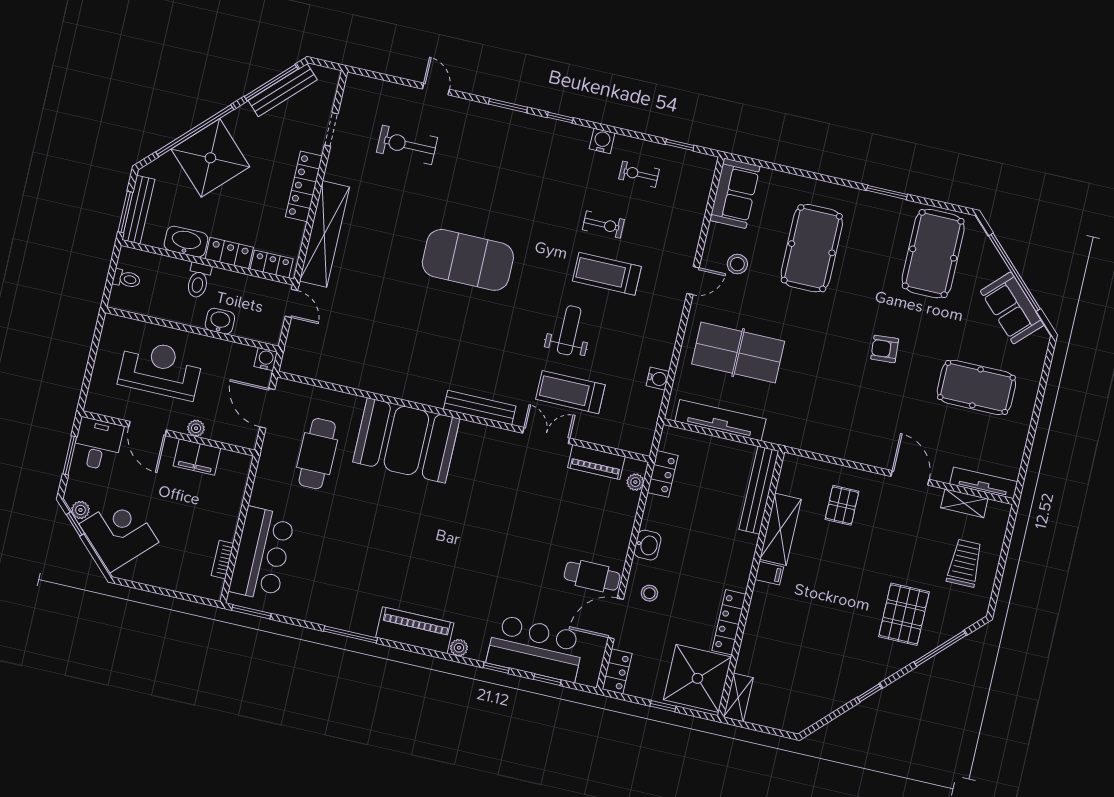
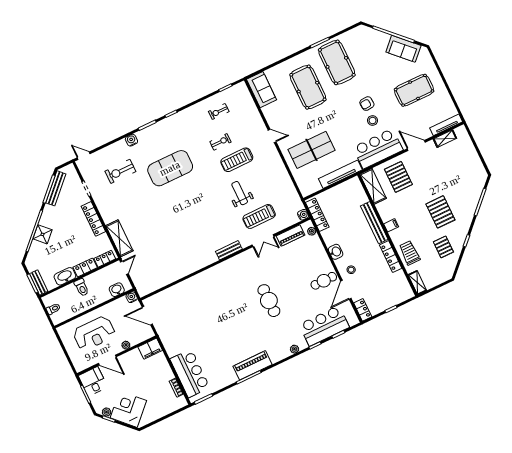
door: (436, 89) -> (84, 156), moved
water cooler: (602, 141) -> (131, 140), moved
shower: (210, 158) -> (42, 234), width x0.54, depth x0.54
bench: (138, 210) -> (39, 283), width x0.73
shelving: (324, 234) -> (119, 238), width x0.68
pool table: (933, 254) -> (337, 62), moved
exercise mat: (468, 260) -> (170, 168), moved
stool: (737, 264) -> (373, 121), moved
door: (693, 281) -> (272, 136), hinge flipped
door: (291, 303) -> (124, 268), hinge flipped
washbasin: (220, 321) -> (117, 290), moved
reception desk: (160, 369) -> (94, 333), turned 180
water cooler: (658, 379) -> (303, 215), moved
bench: (480, 408) -> (229, 250), width x0.73
tv unit: (720, 420) -> (340, 174), moved
bar counter: (845, 434) -> (378, 149), added
double door: (546, 436) -> (263, 241), swing flipped
booth: (406, 440) -> (211, 285), removed
cafe table: (317, 454) -> (269, 301), moved
filing cabinet: (197, 457) -> (150, 349), moved
locker: (663, 474) -> (317, 215), width x1.53
bench: (759, 490) -> (374, 223), moved
pallet: (842, 505) -> (398, 177), width x1.50, depth x1.42
shelving: (780, 529) -> (373, 186), moved
trolley: (965, 563) -> (410, 253), moved
pallet: (904, 614) -> (440, 212), moved
piano: (415, 630) -> (252, 365), moved
pallet: (825, 674) -> (443, 247), added
shower: (697, 678) -> (396, 288), removed

